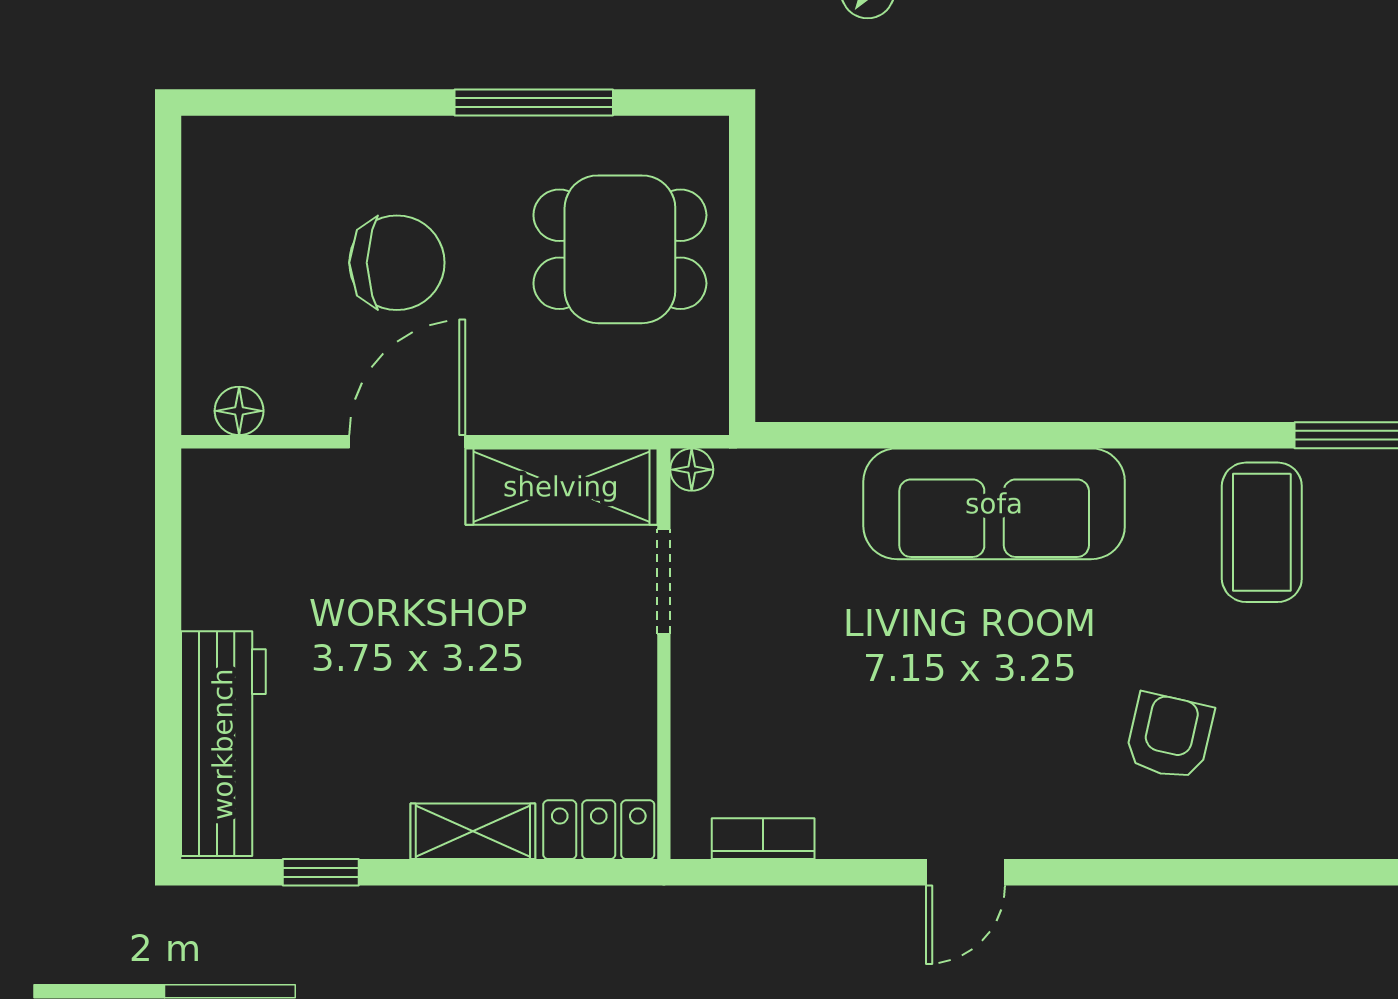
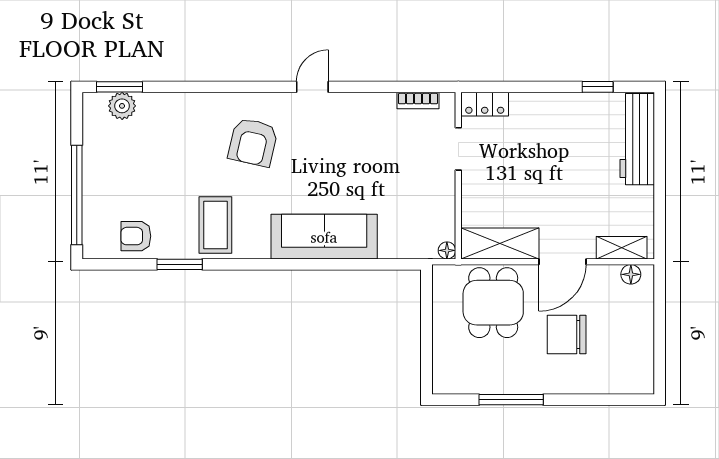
dining table: (620, 249) -> (493, 303), moved, turned 90
doorway: (664, 581) -> (458, 149), moved
armchair: (1169, 736) -> (253, 142), width x1.38, depth x1.38
shelving: (473, 831) -> (622, 248), moved
door: (966, 872) -> (312, 87), moved

